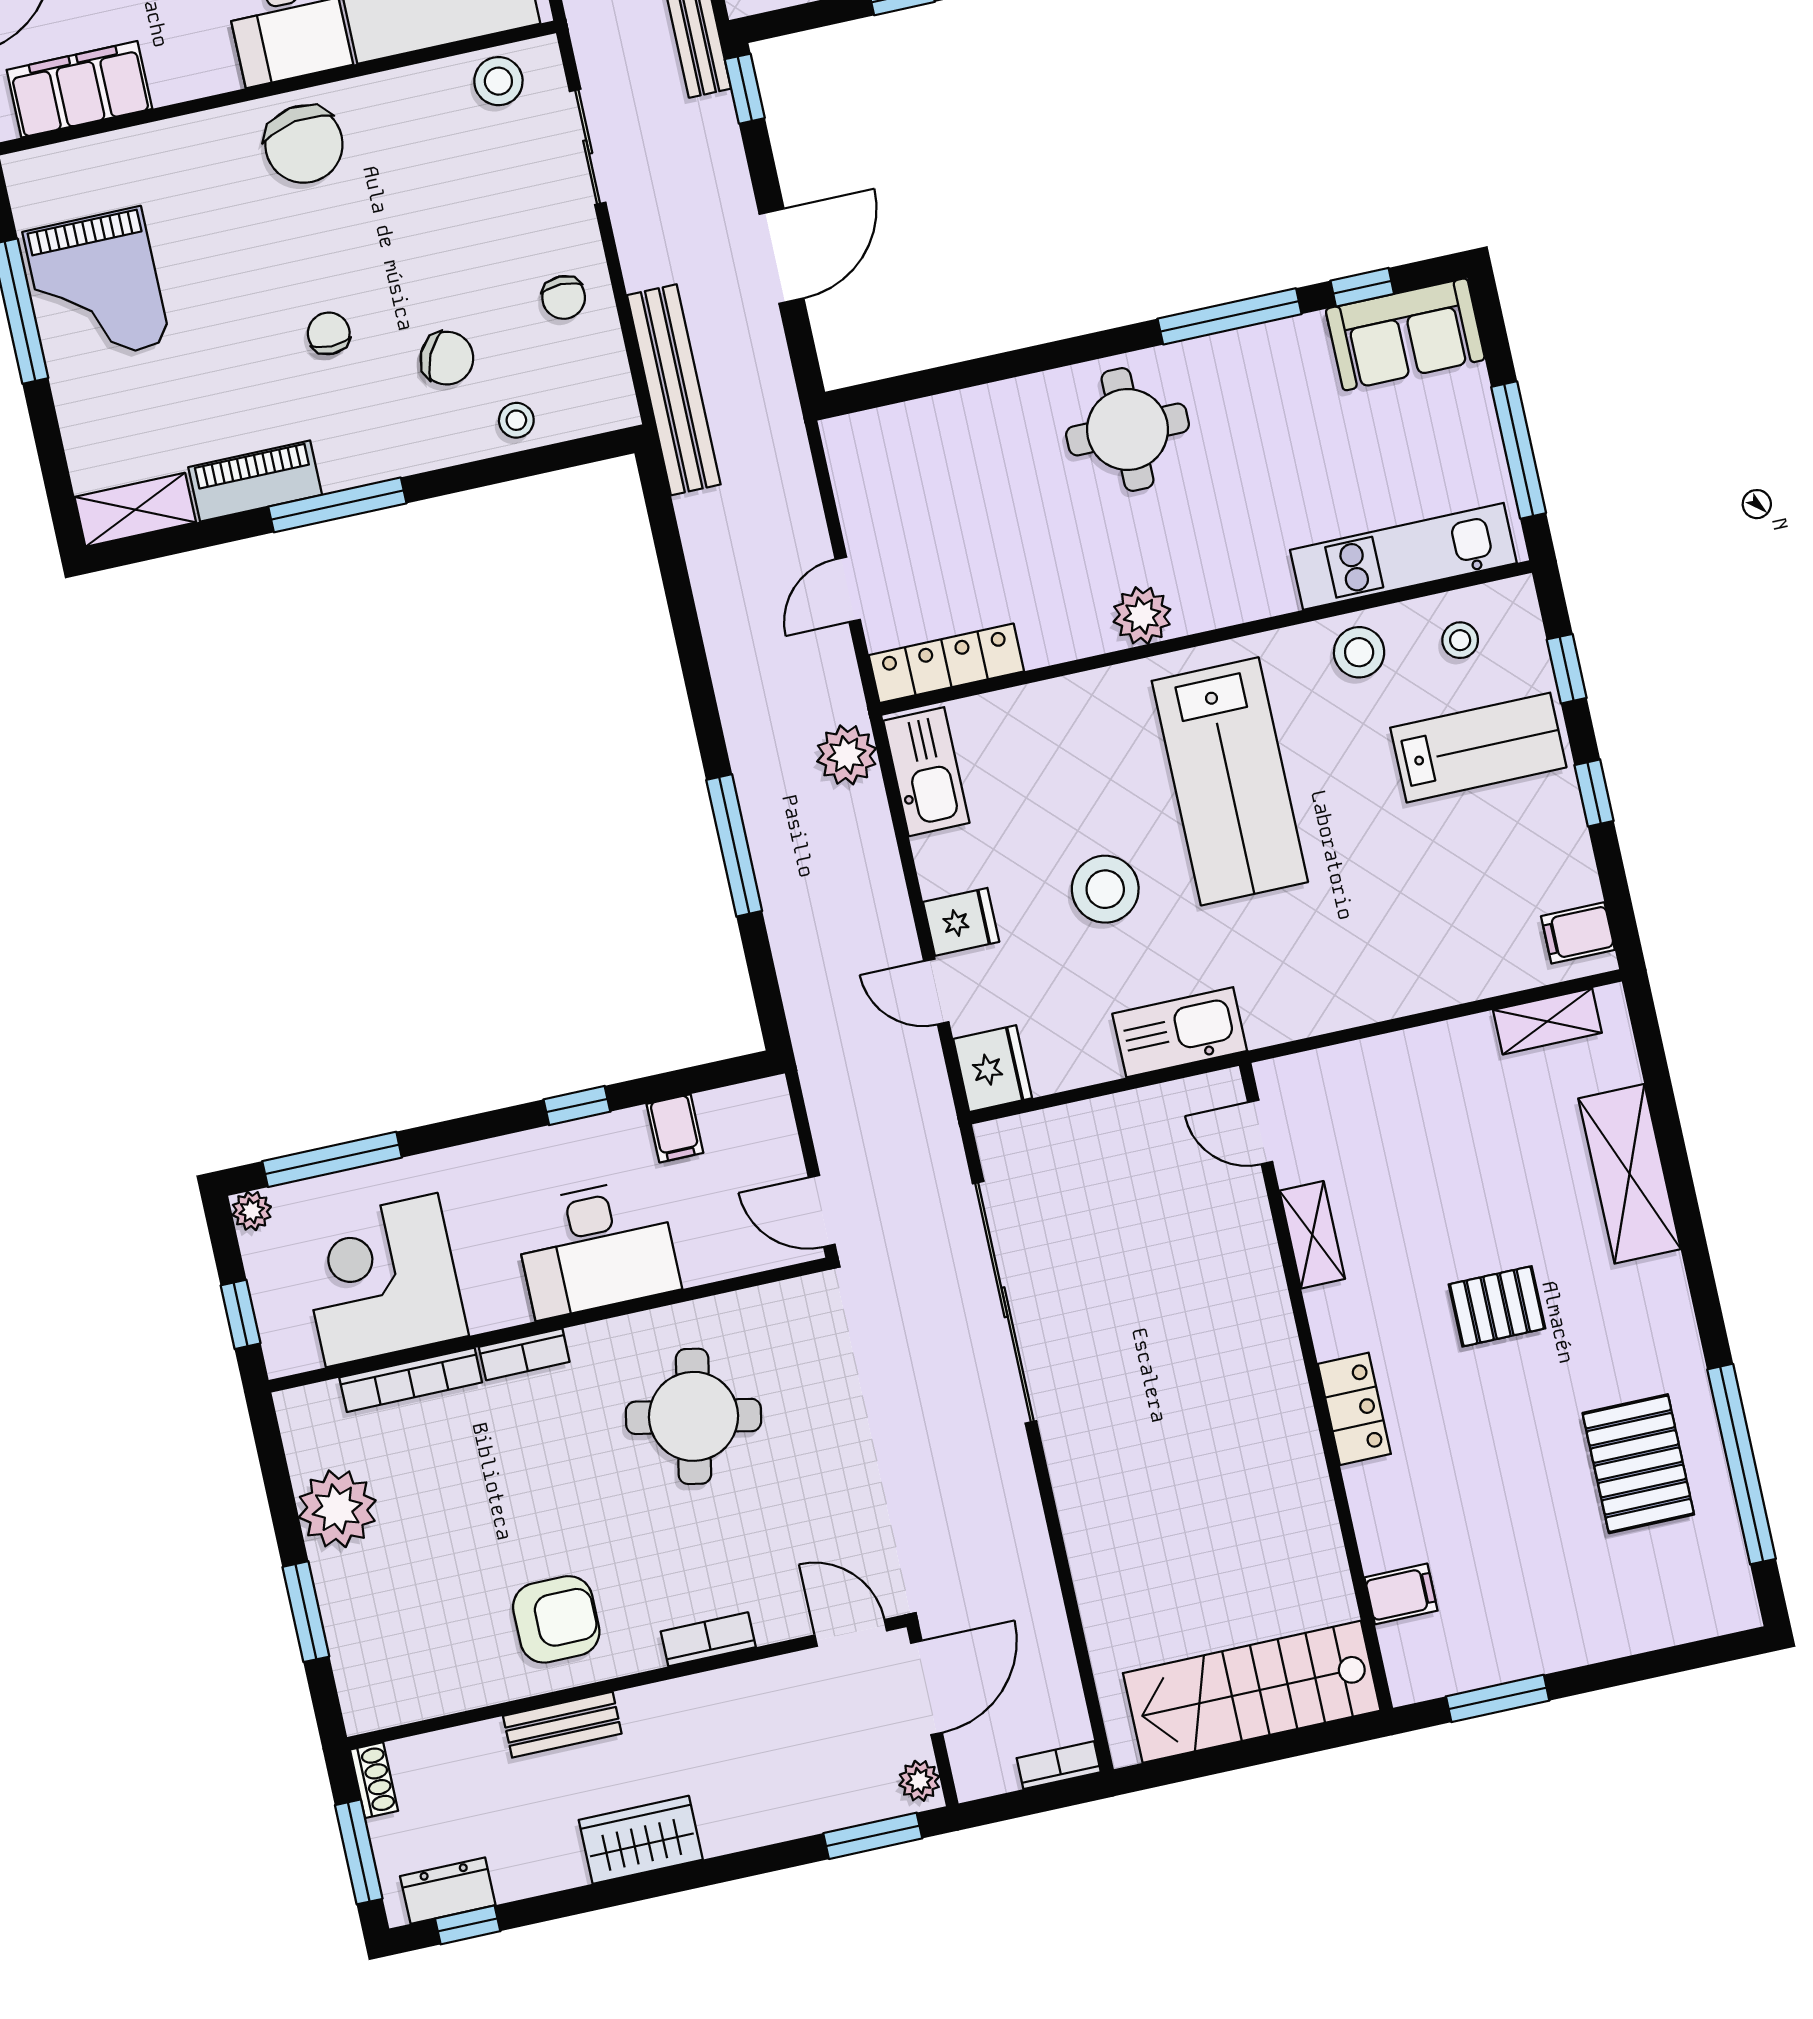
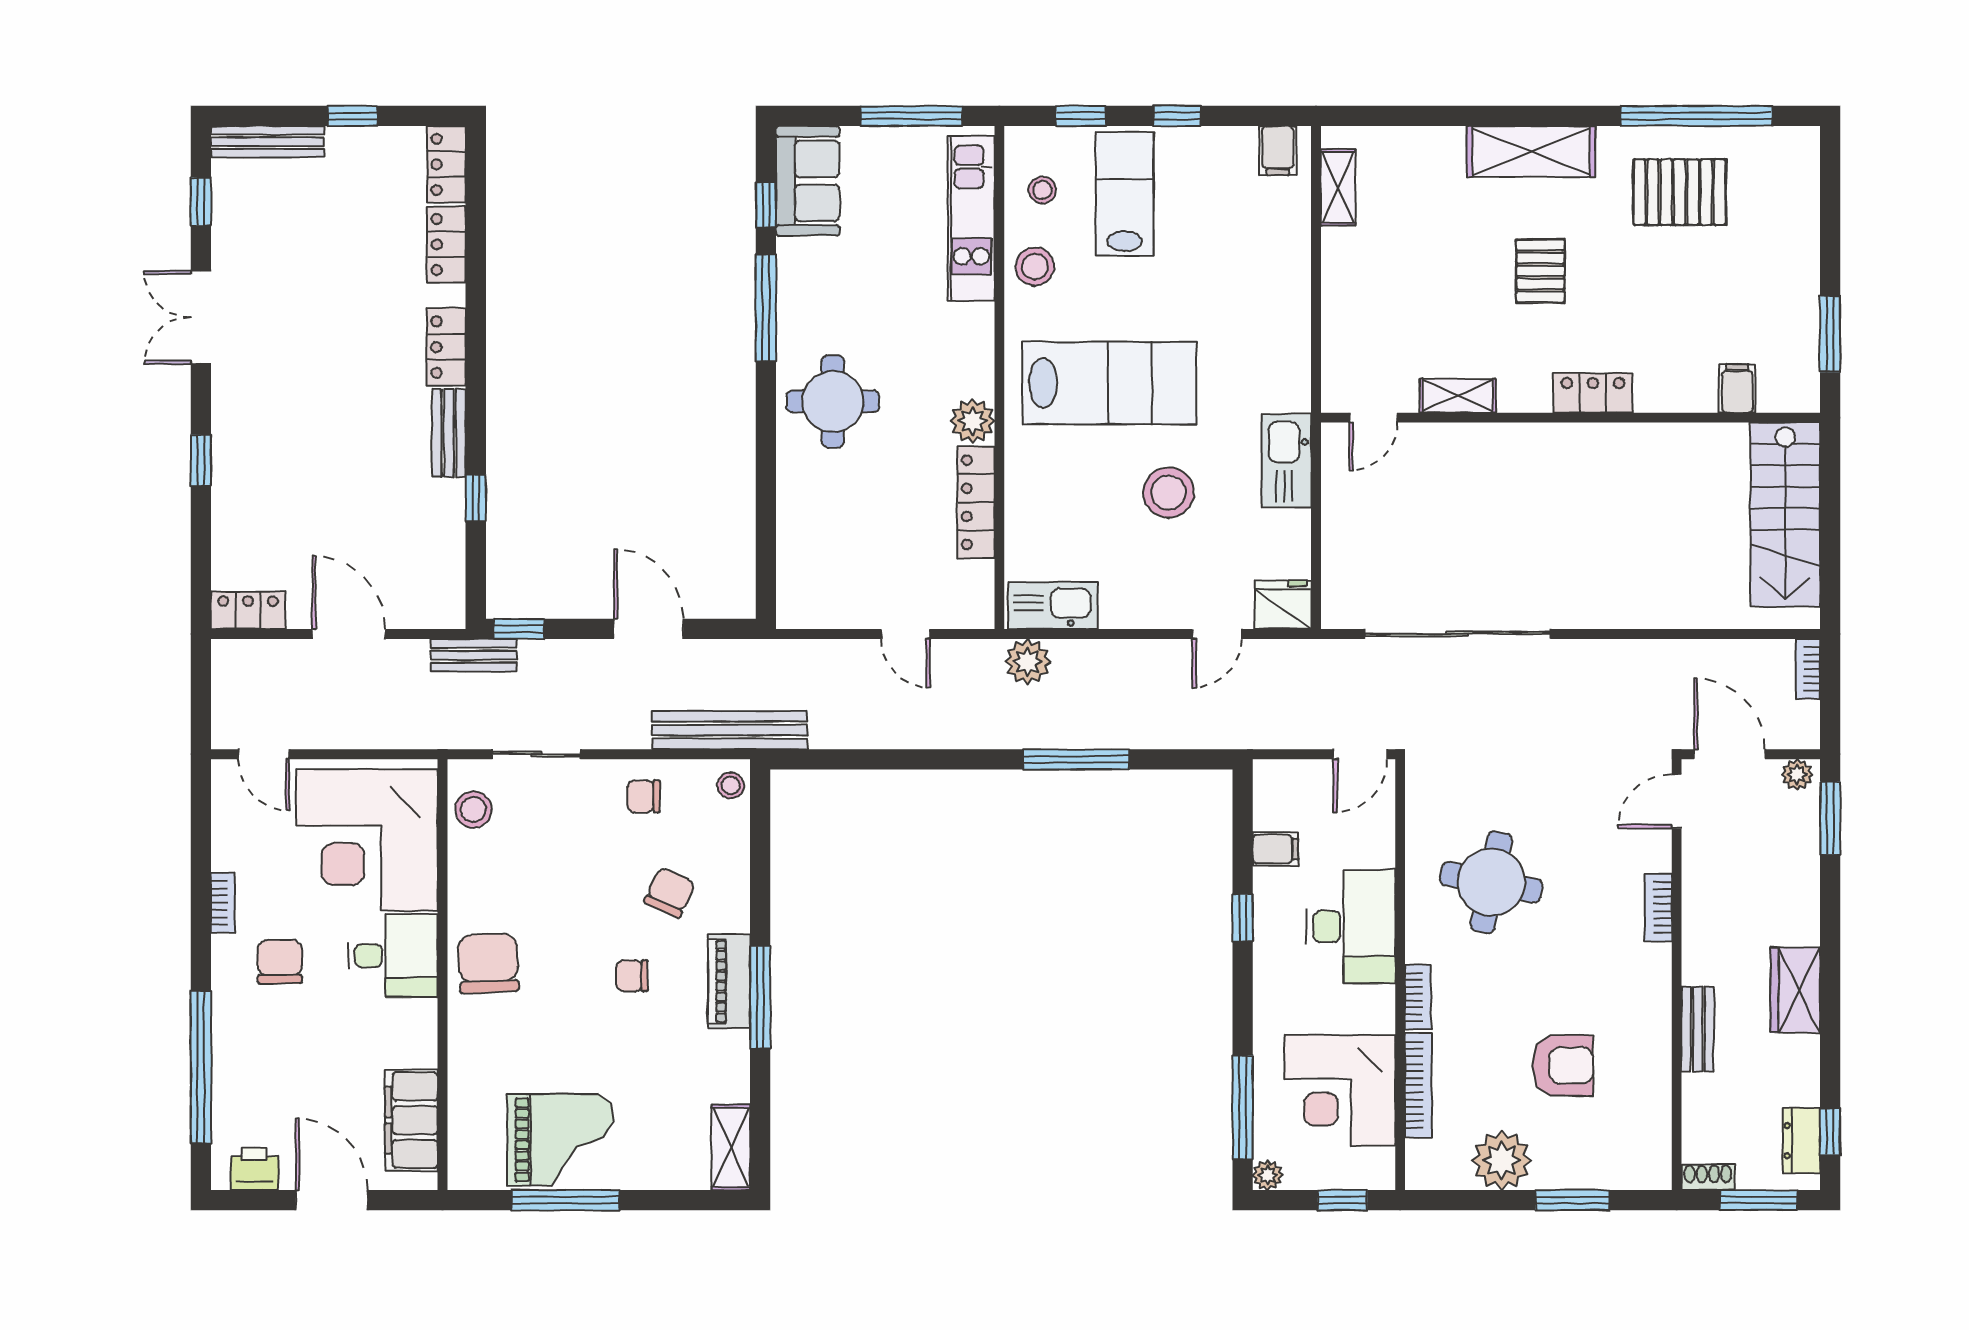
chair: (304, 144) -> (488, 963), turned -84
chair: (564, 297) -> (644, 796), turned 180
stool: (516, 420) -> (731, 785), moved
piano: (255, 481) -> (729, 981), moved
locker: (946, 663) -> (976, 502), moved
fridge: (961, 922) -> (1169, 604), removed
shelving: (1629, 1174) -> (1531, 152), moved
armchair: (556, 1619) -> (1563, 1066), moved, turned 90

